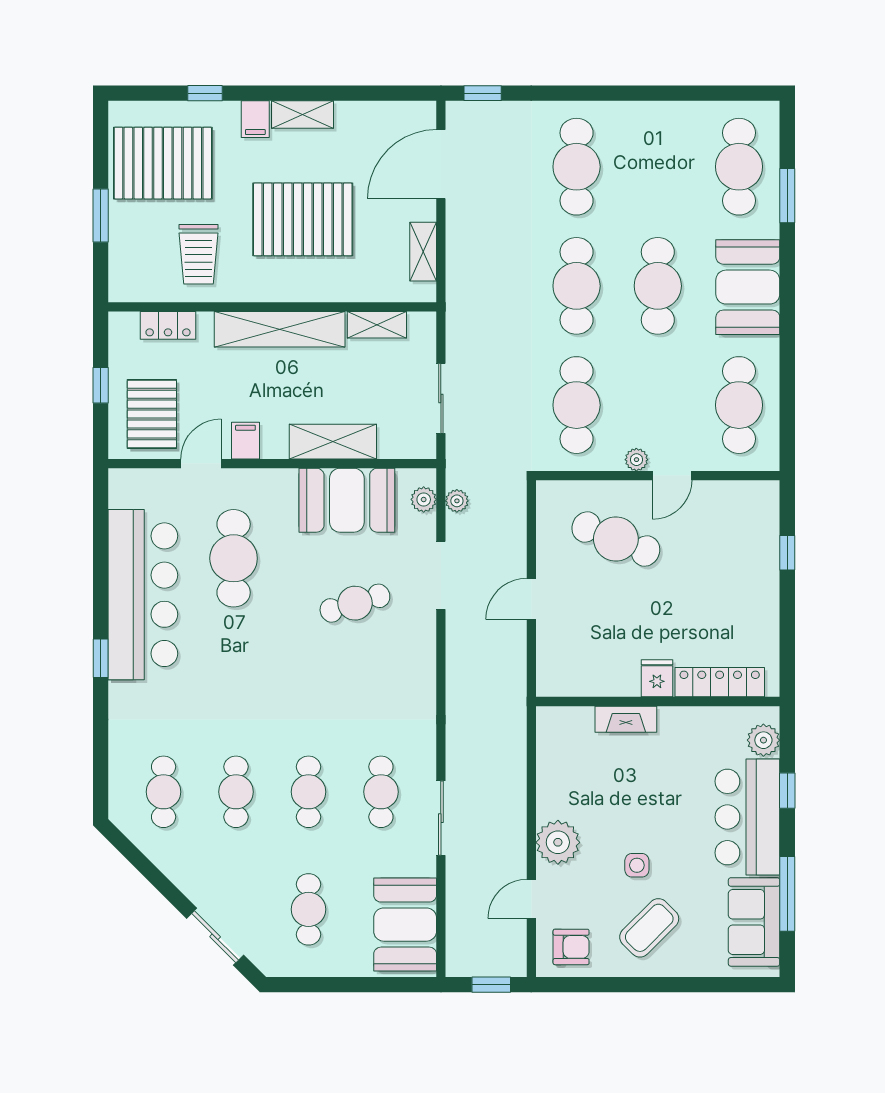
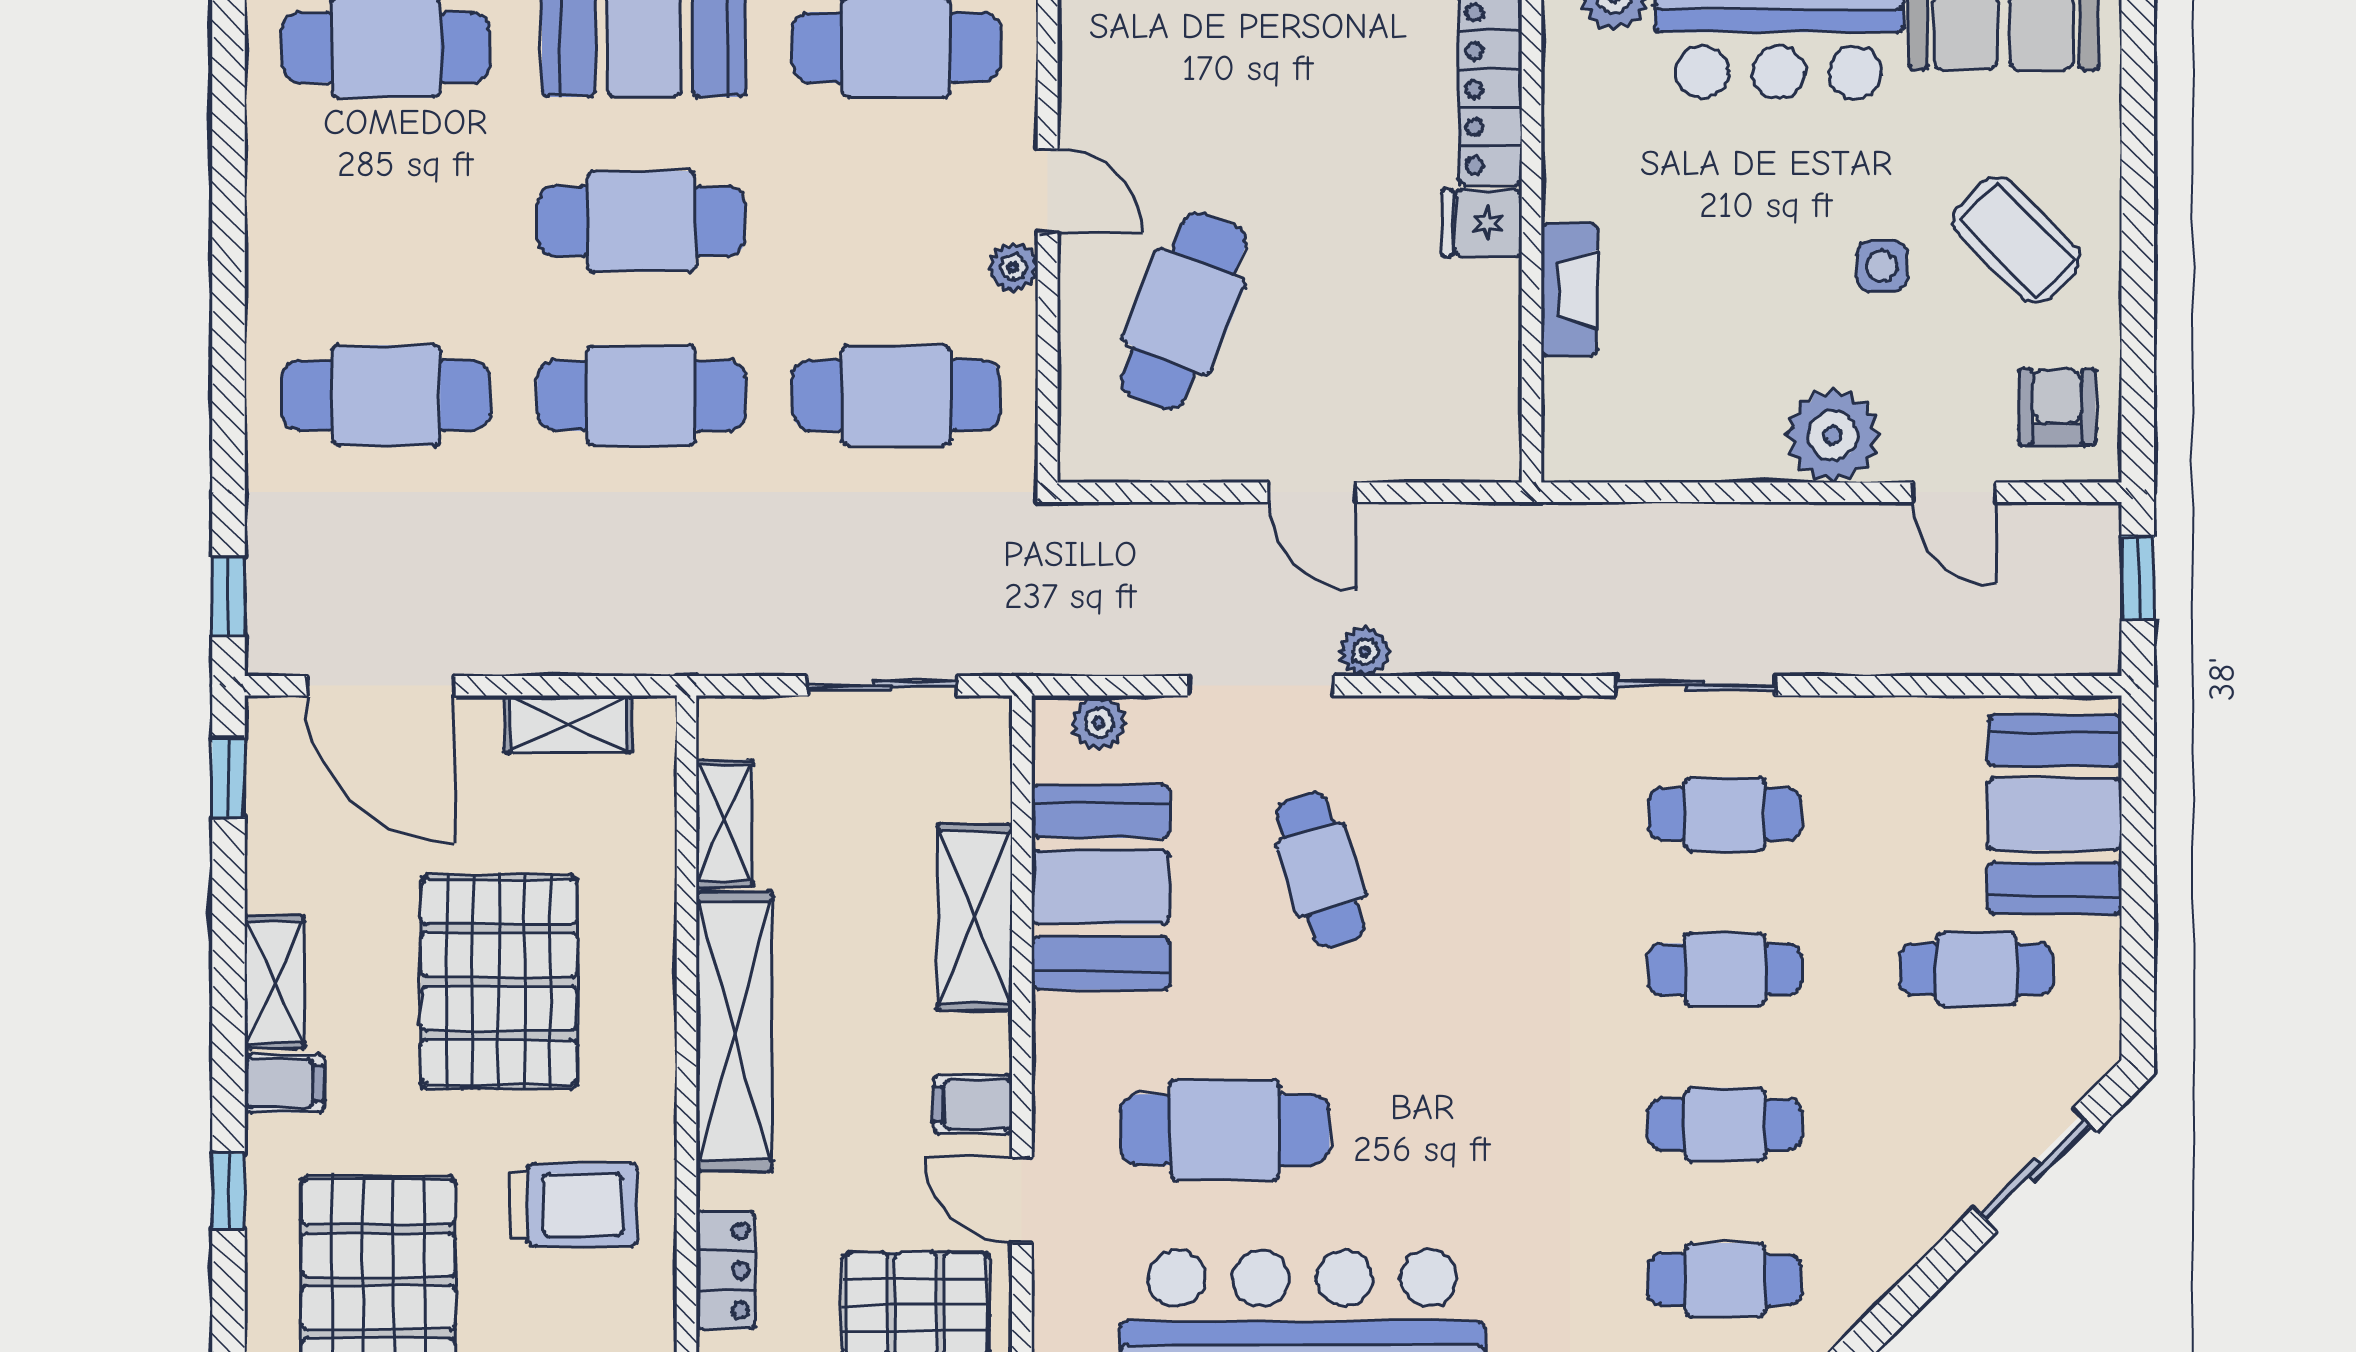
window: (398, 93) -> (228, 778), added
plant: (457, 501) -> (1365, 651), moved
sliding door: (441, 818) -> (1696, 686), moved
booth: (405, 925) -> (2055, 814), moved, turned 90

